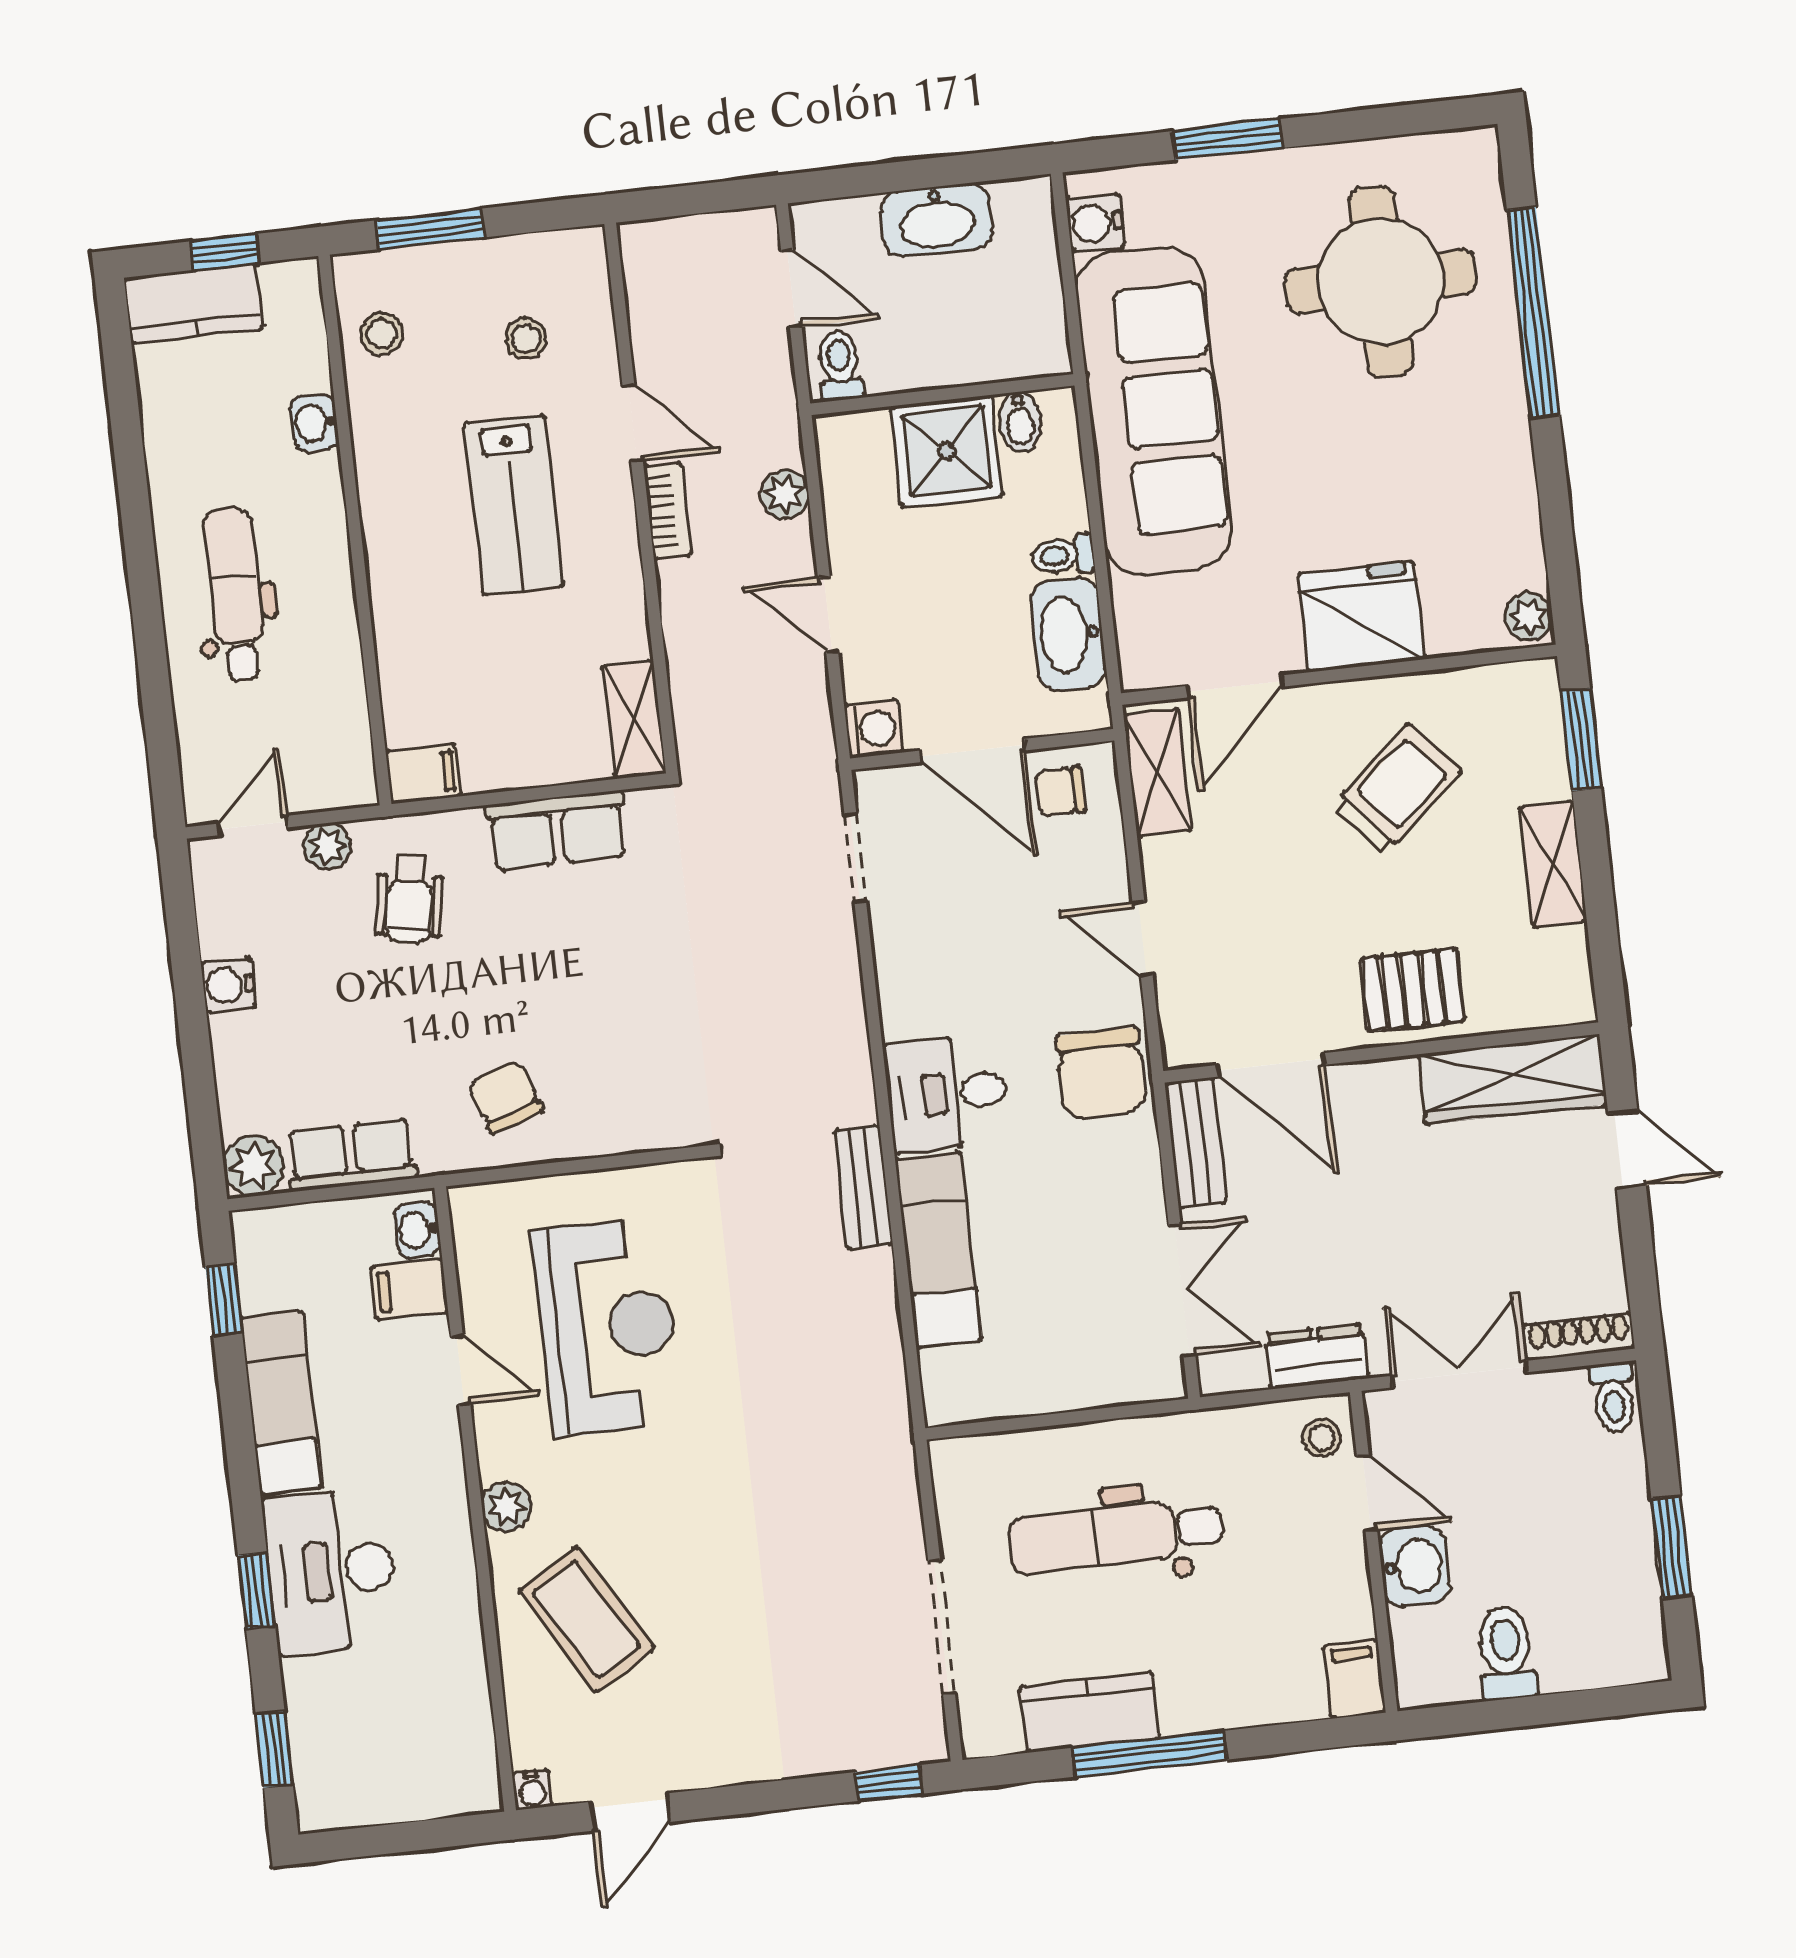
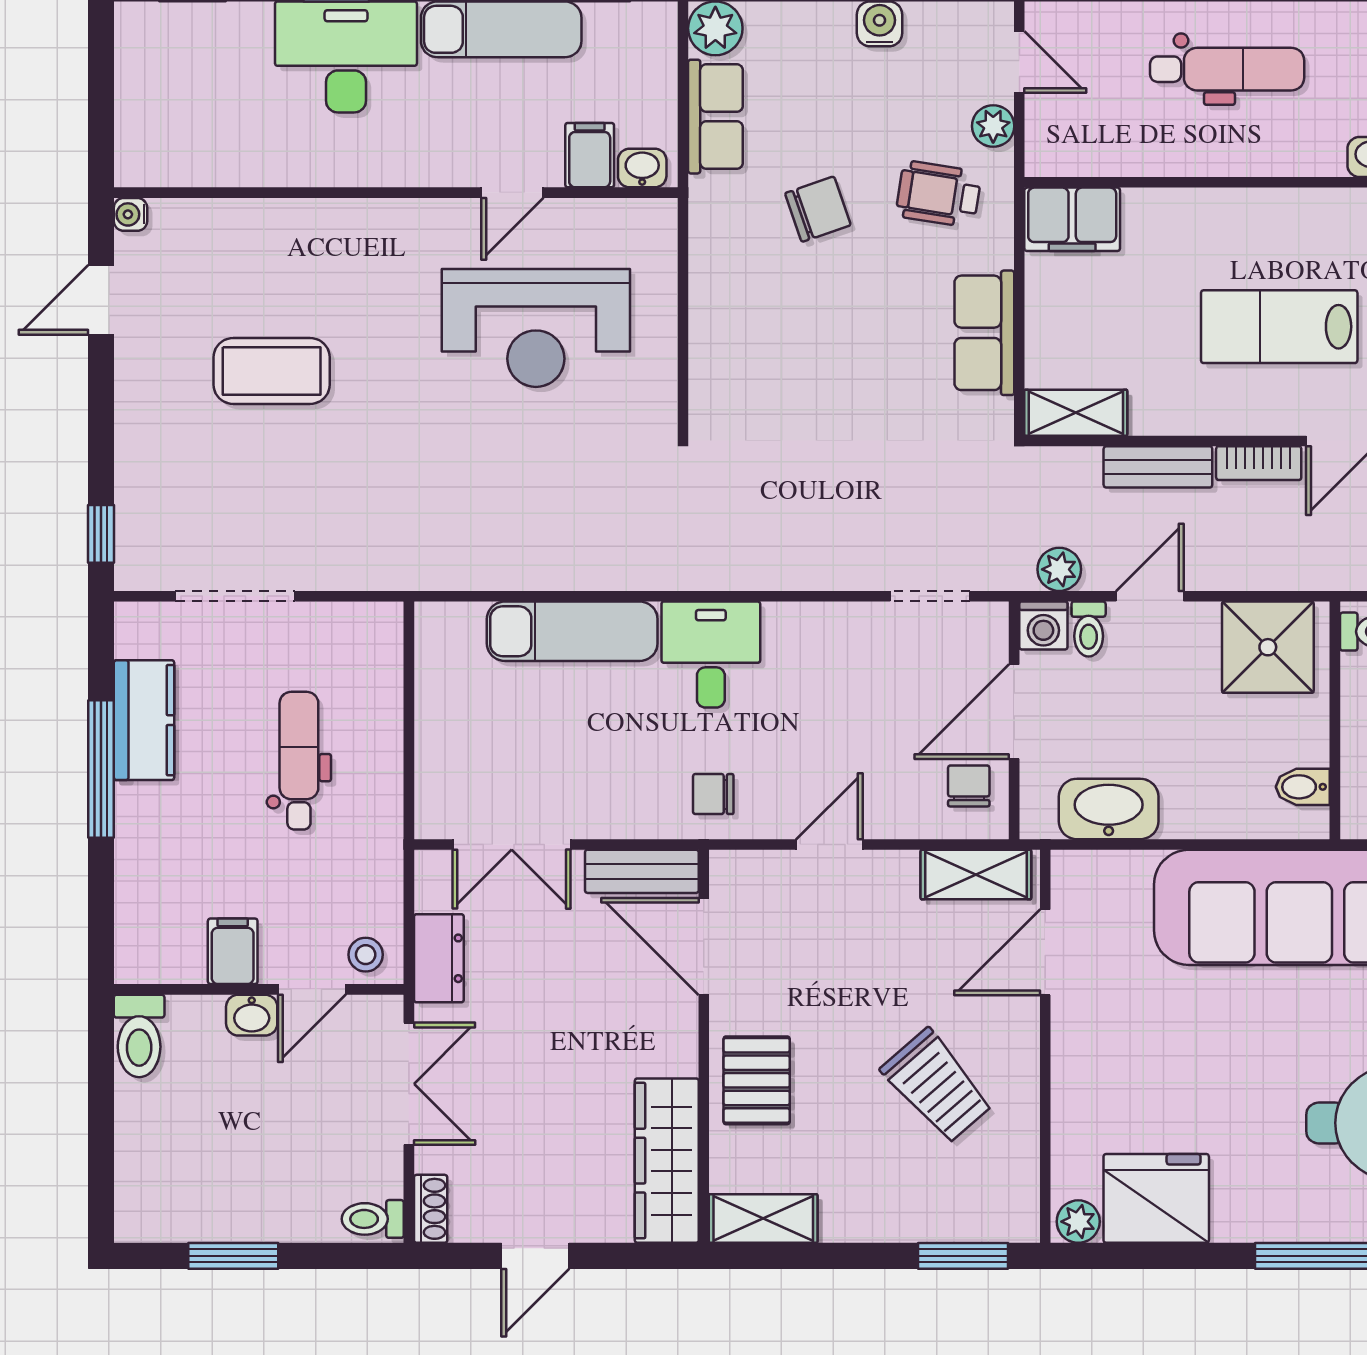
shower: (947, 451) -> (1268, 647), moved
plant: (784, 494) -> (1059, 569), moved
toilet: (1063, 555) -> (1089, 629), moved, turned 180
fridge: (1361, 617) -> (1156, 1198), moved, turned -90
door: (1235, 686) -> (1045, 952), hinge flipped
filing cabinet: (424, 774) -> (1072, 219), width x2.00
shelving: (1553, 864) -> (763, 1218), moved
door: (1271, 1065) -> (704, 947), hinge flipped
chair: (1101, 1073) -> (713, 794), width x0.54, depth x0.54
chair: (505, 1097) -> (818, 209), moved
door: (1627, 1150) -> (535, 1256), moved
bench: (863, 1187) -> (1158, 467), moved
shoe rack: (1579, 1336) -> (431, 1209), width x0.70
plant: (506, 1507) -> (386, 220), removed
dental chair: (1116, 1536) -> (299, 761), width x0.73, depth x0.72
washbasin: (1414, 1566) -> (252, 1015), width x0.72, depth x0.69
coffee table: (587, 1619) -> (272, 371), moved, turned 31
toilet: (1506, 1653) -> (139, 1036), moved, turned 90
filing cabinet: (1354, 1679) -> (233, 951), moved, turned -90
door: (630, 1812) -> (101, 300), hinge flipped

